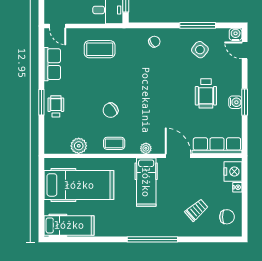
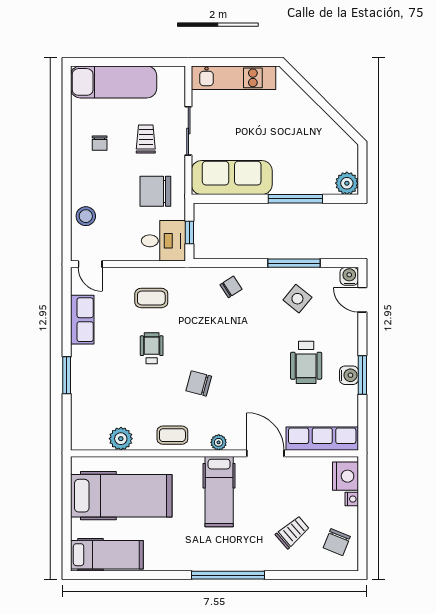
coffee table: (100, 49) -> (151, 298), width x0.73, depth x0.77
wheelchair: (56, 106) -> (152, 348), moved
chair: (111, 110) -> (199, 383), moved, turned 52
chair: (227, 217) -> (337, 542), turned 112

